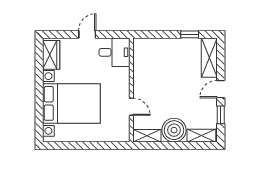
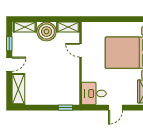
window: (190, 34) -> (65, 108), moved

